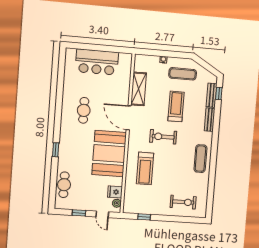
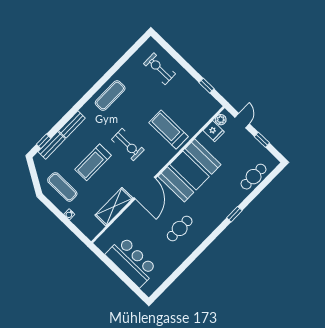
treadmill: (145, 168) -> (169, 130), turned -90

